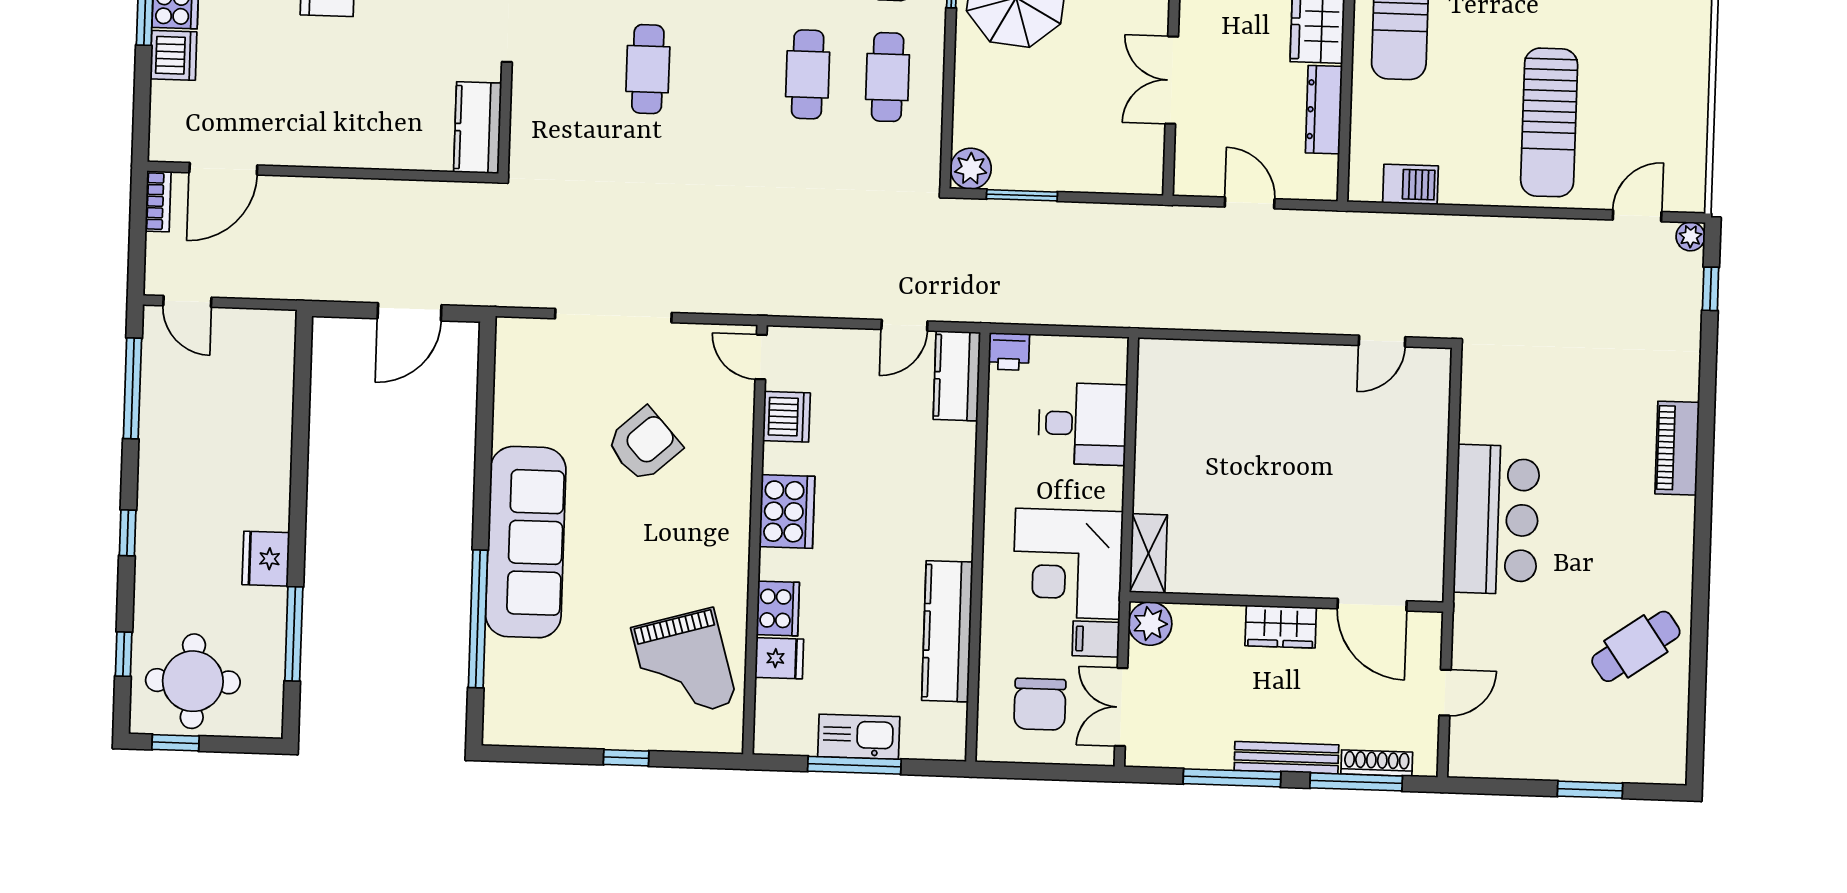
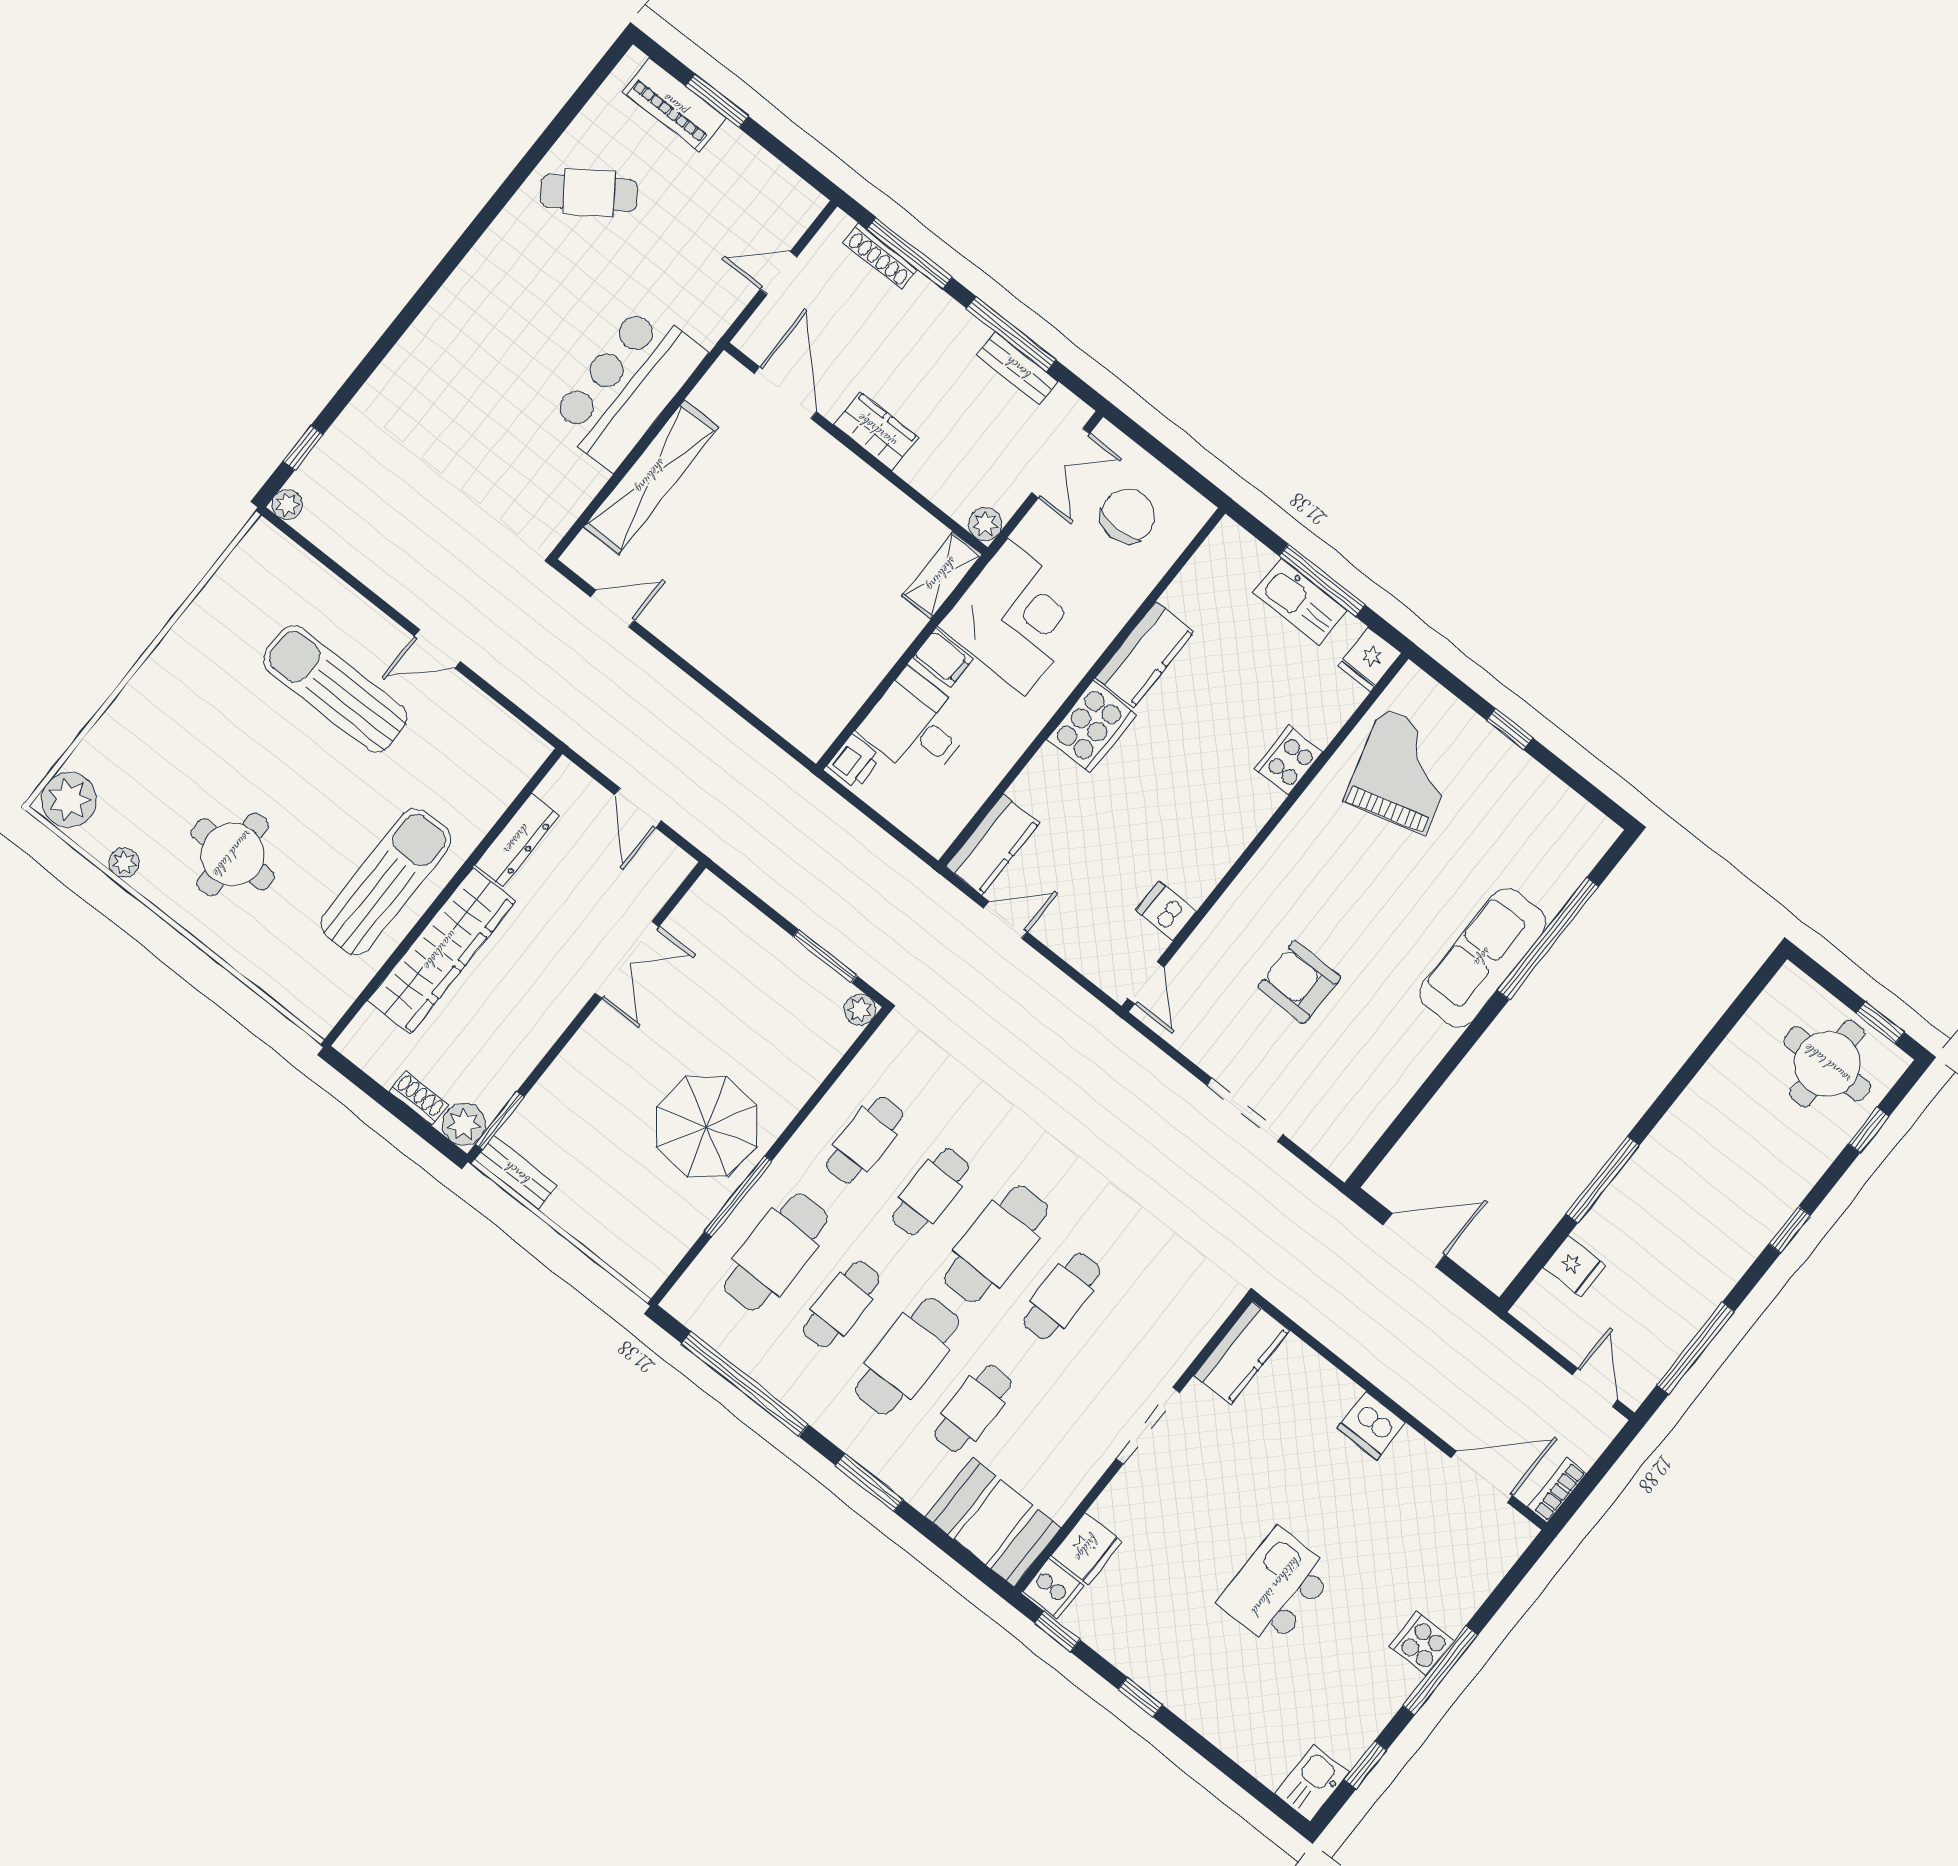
dishwasher: (174, 55) -> (1372, 1426), moved, turned -90
cafe table: (728, 72) -> (996, 1244), added
sun lounger: (1549, 122) -> (335, 689), turned -90
plant: (971, 169) -> (860, 1010), width x0.73, depth x0.73
barbecue: (1410, 184) -> (491, 723), removed
door: (1637, 216) -> (437, 649), moved
doorway: (613, 316) -> (1245, 1110), width x0.73
printer: (1009, 351) -> (854, 762), moved, turned 90
dishwasher: (787, 417) -> (1166, 911), width x0.73
armchair: (644, 444) -> (1299, 982), turned 42
piano: (1677, 448) -> (674, 105), moved, turned 90
shelving: (1427, 464) -> (651, 477), added
cooker: (787, 512) -> (1092, 727), moved, turned 180
sofa: (526, 542) -> (1483, 958), width x0.74, depth x0.79
fridge: (266, 559) -> (1575, 1266), moved, width x0.72
plant: (1150, 624) -> (985, 524), width x0.73, depth x0.73
kitchen counter: (947, 631) -> (1145, 655), width x0.67
window: (294, 634) -> (1603, 1180), moved
filing cabinet: (1096, 639) -> (943, 658), moved
fridge: (779, 658) -> (1369, 660), moved, turned -90
bench: (1286, 758) -> (1017, 368), moved, width x0.73

